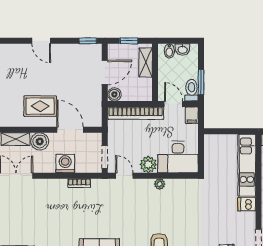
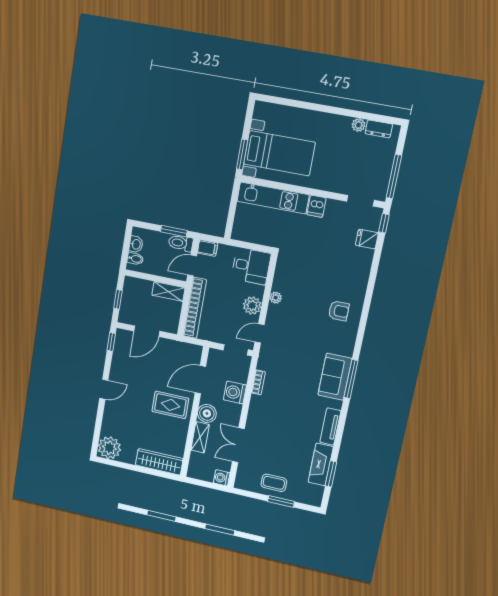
shelving: (146, 62) -> (168, 291), moved
door: (105, 72) -> (147, 331), swing flipped
boiler: (114, 94) -> (171, 326), removed
rug: (40, 106) -> (170, 405), turned 90
desk: (178, 157) -> (251, 266), width x0.73

